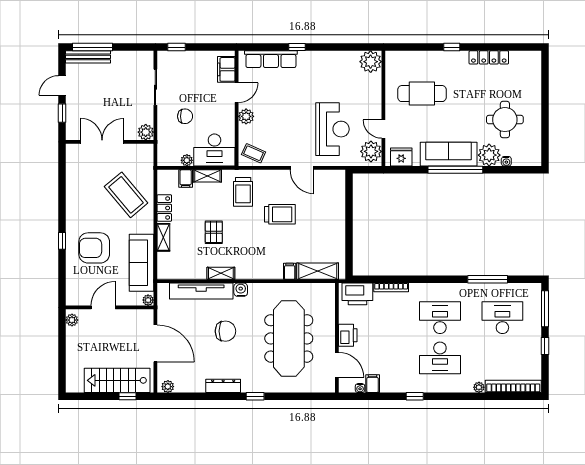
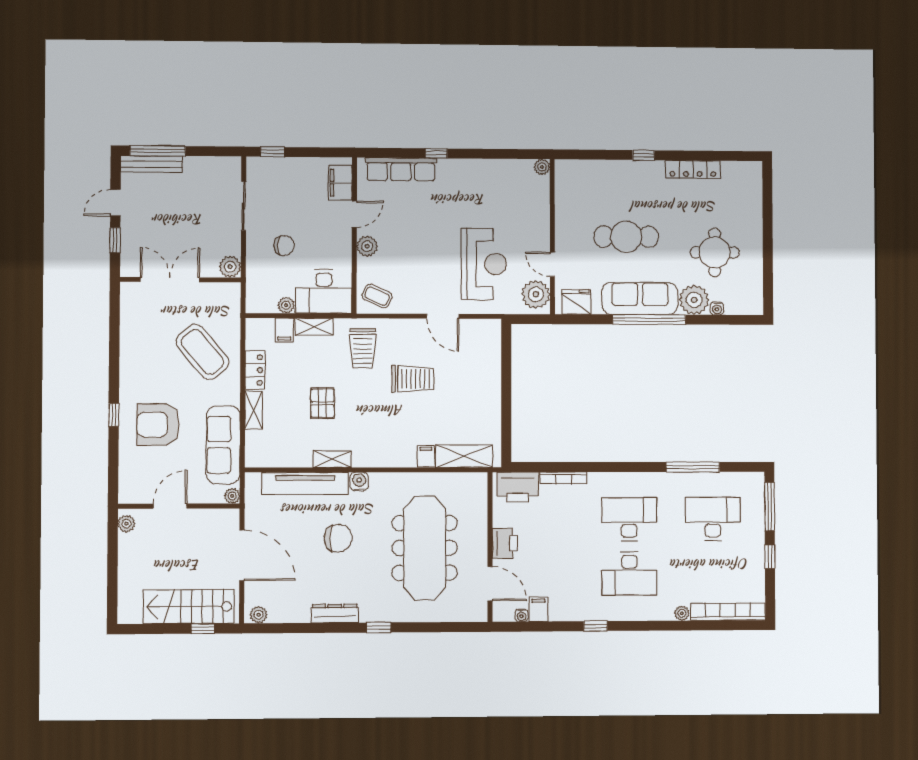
plant: (371, 62) -> (542, 167), width x0.53, depth x0.53
cafe table: (422, 94) -> (626, 237), moved

